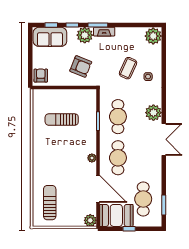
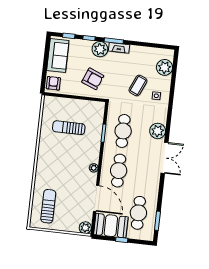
plant: (153, 36) -> (164, 67), moved
sofa: (50, 37) -> (58, 55), moved, turned -90

